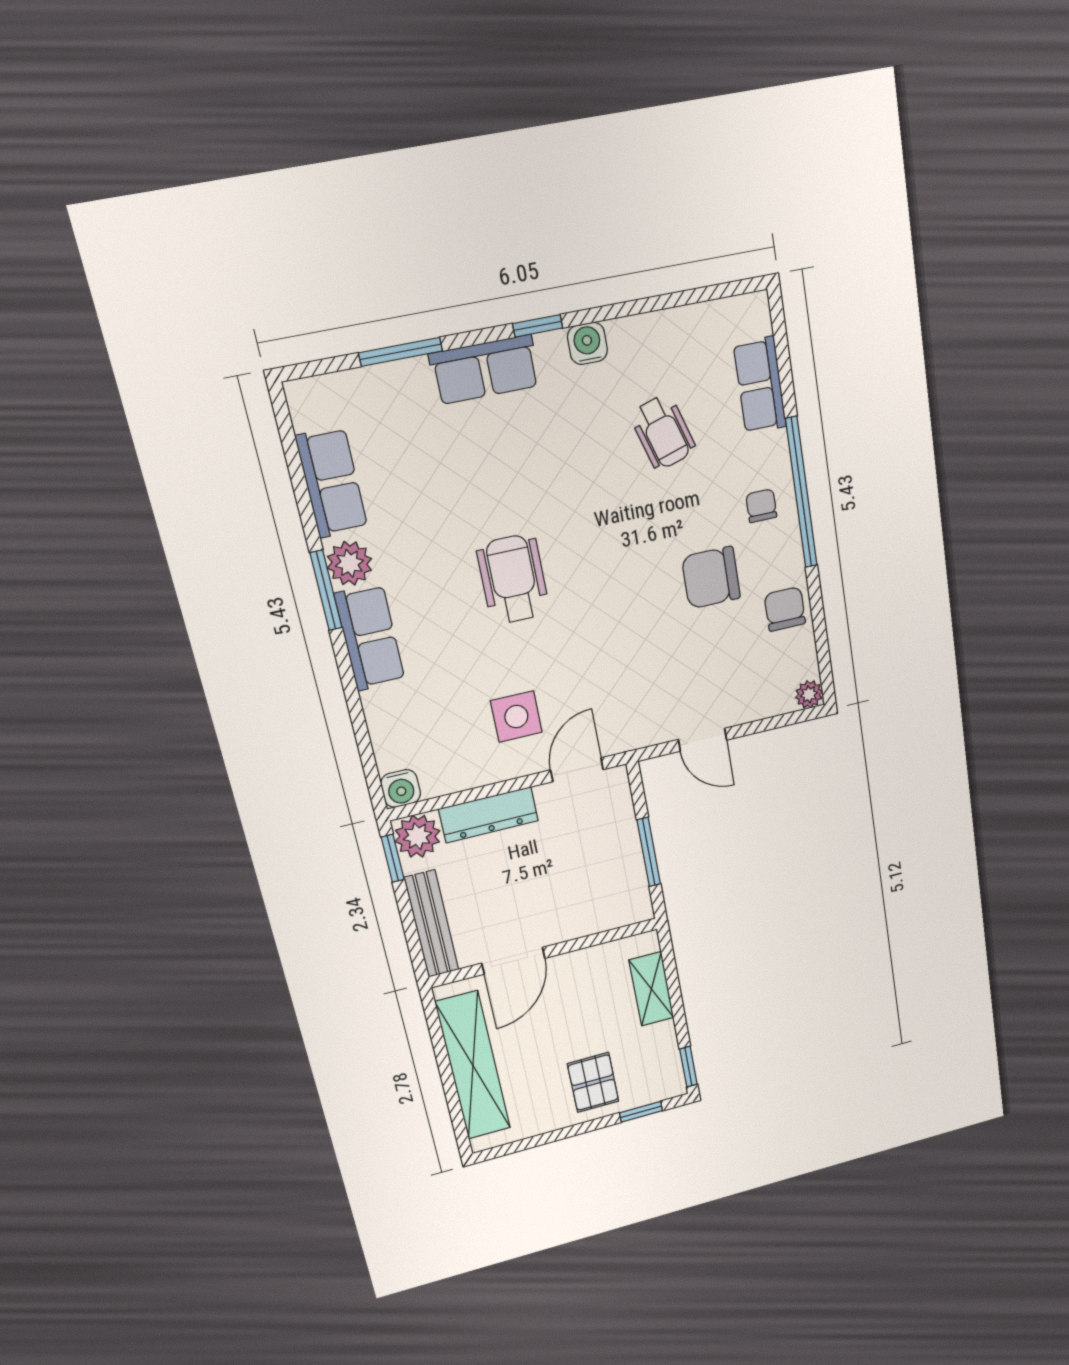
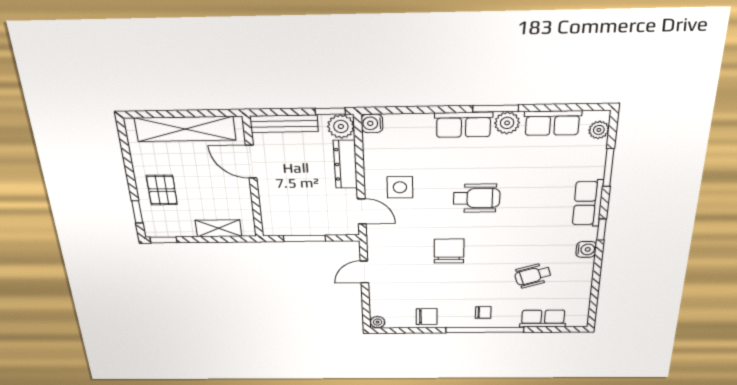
plant: (327, 393) -> (599, 130), added
chair: (711, 578) -> (449, 251), moved
pallet: (593, 1082) -> (162, 190), turned 90

